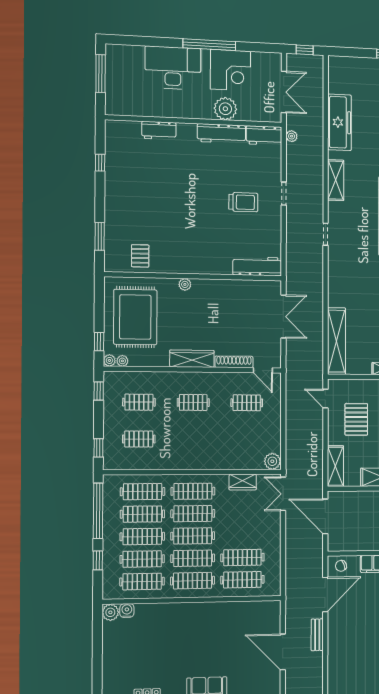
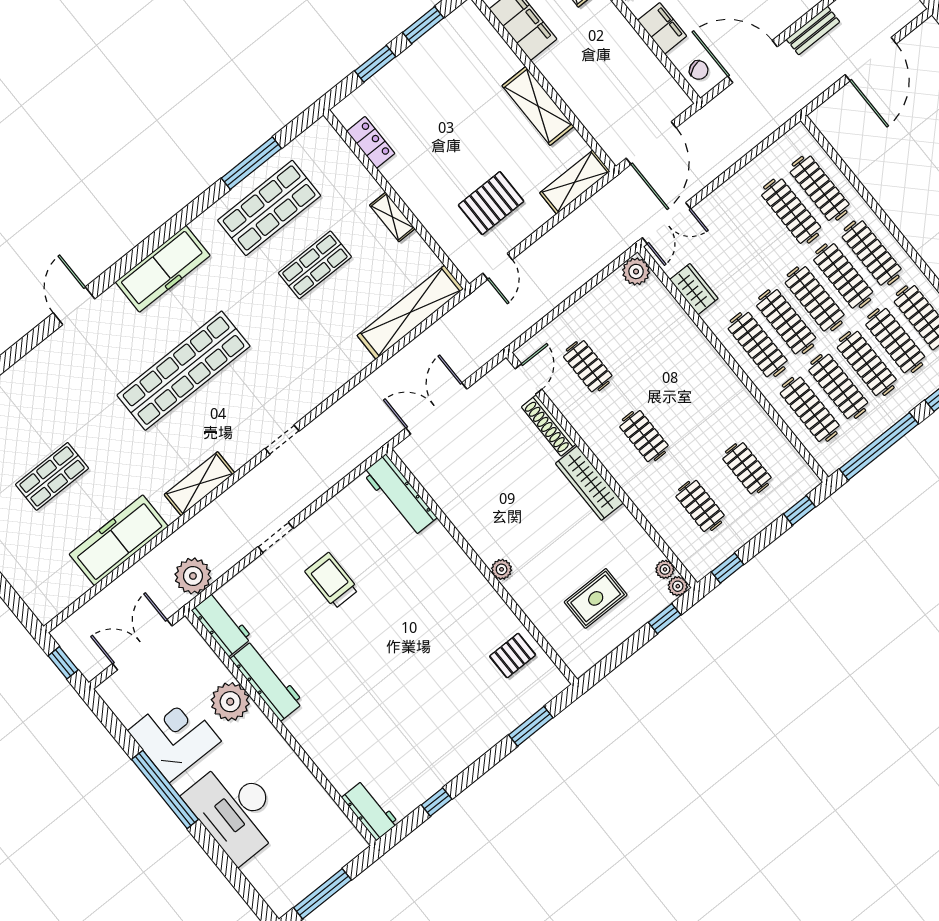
workbench: (159, 130) -> (370, 810), moved
plant: (292, 136) -> (193, 576), width x1.88, depth x1.88
rug: (135, 317) -> (596, 598), width x0.54, depth x0.49

